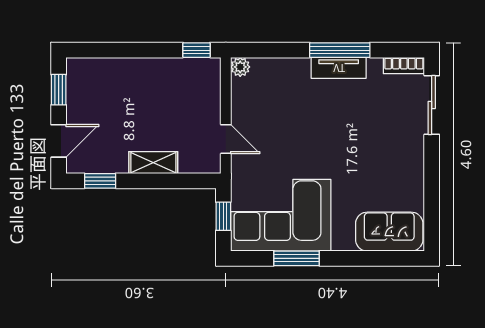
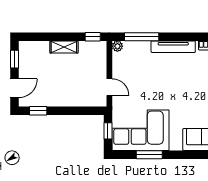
window: (340, 50) -> (142, 37), moved
tv unit: (339, 68) -> (173, 47), width x1.41
shelving: (153, 163) -> (64, 47), moved

